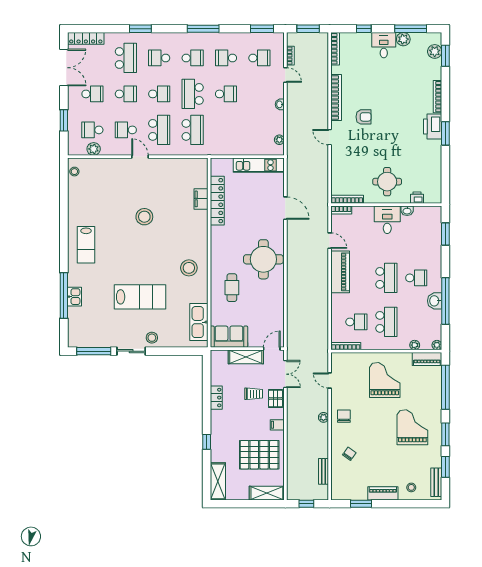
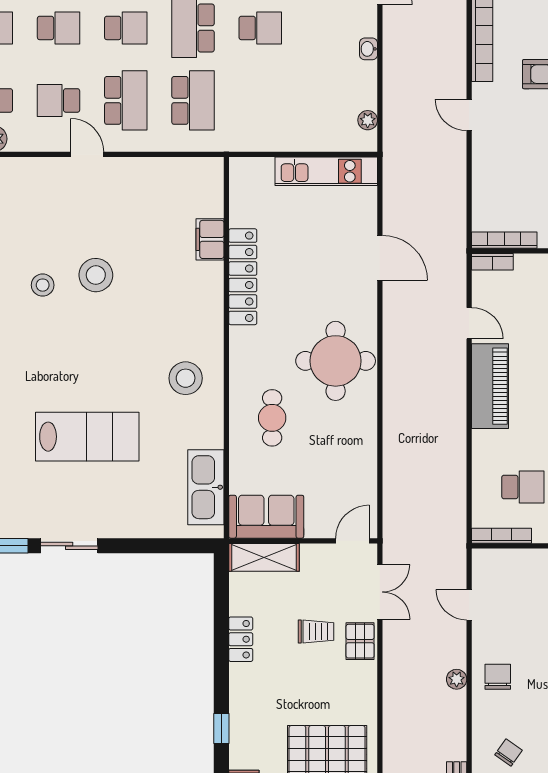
locker: (217, 201) -> (243, 277), moved
stool: (152, 338) -> (43, 285), moved
shelving: (246, 357) -> (264, 557), moved
filing cabinet: (277, 425) -> (363, 694), removed

